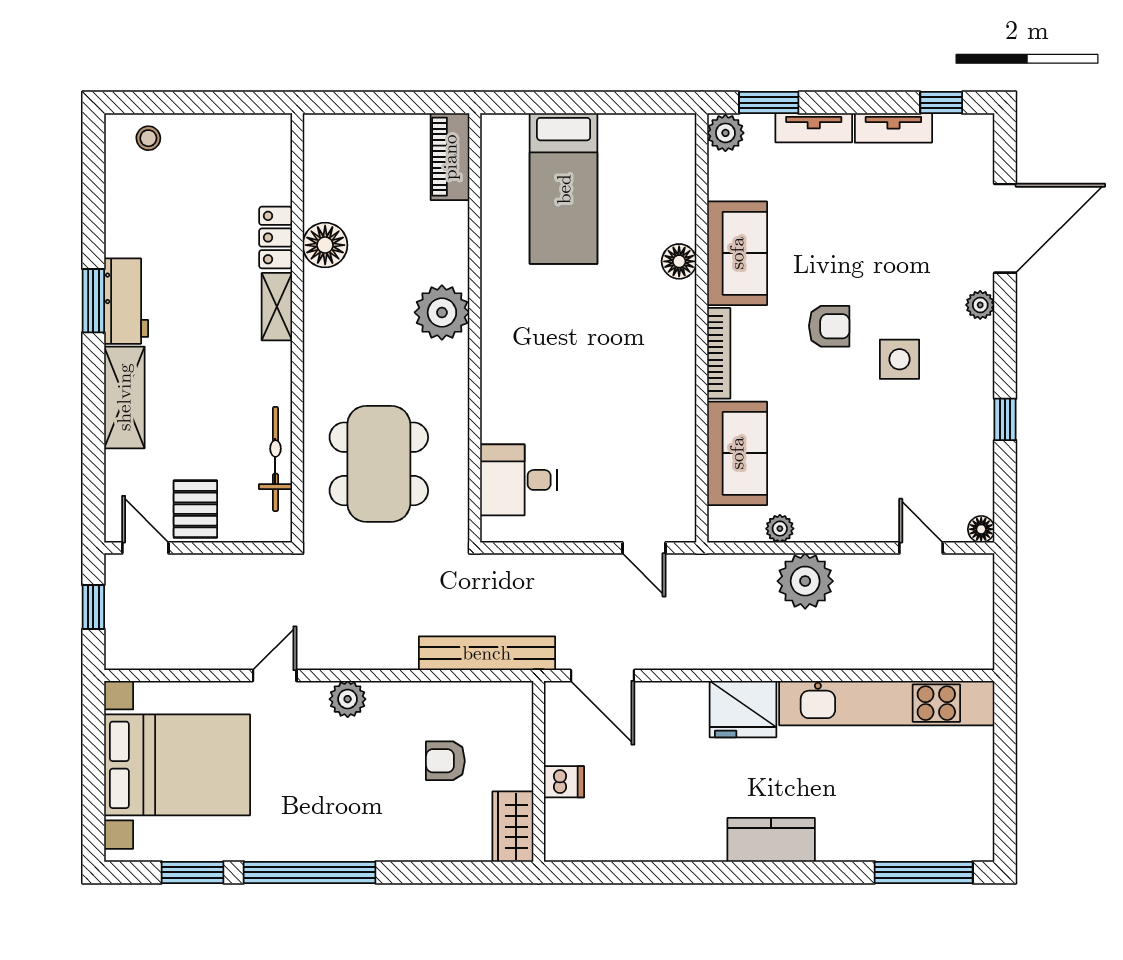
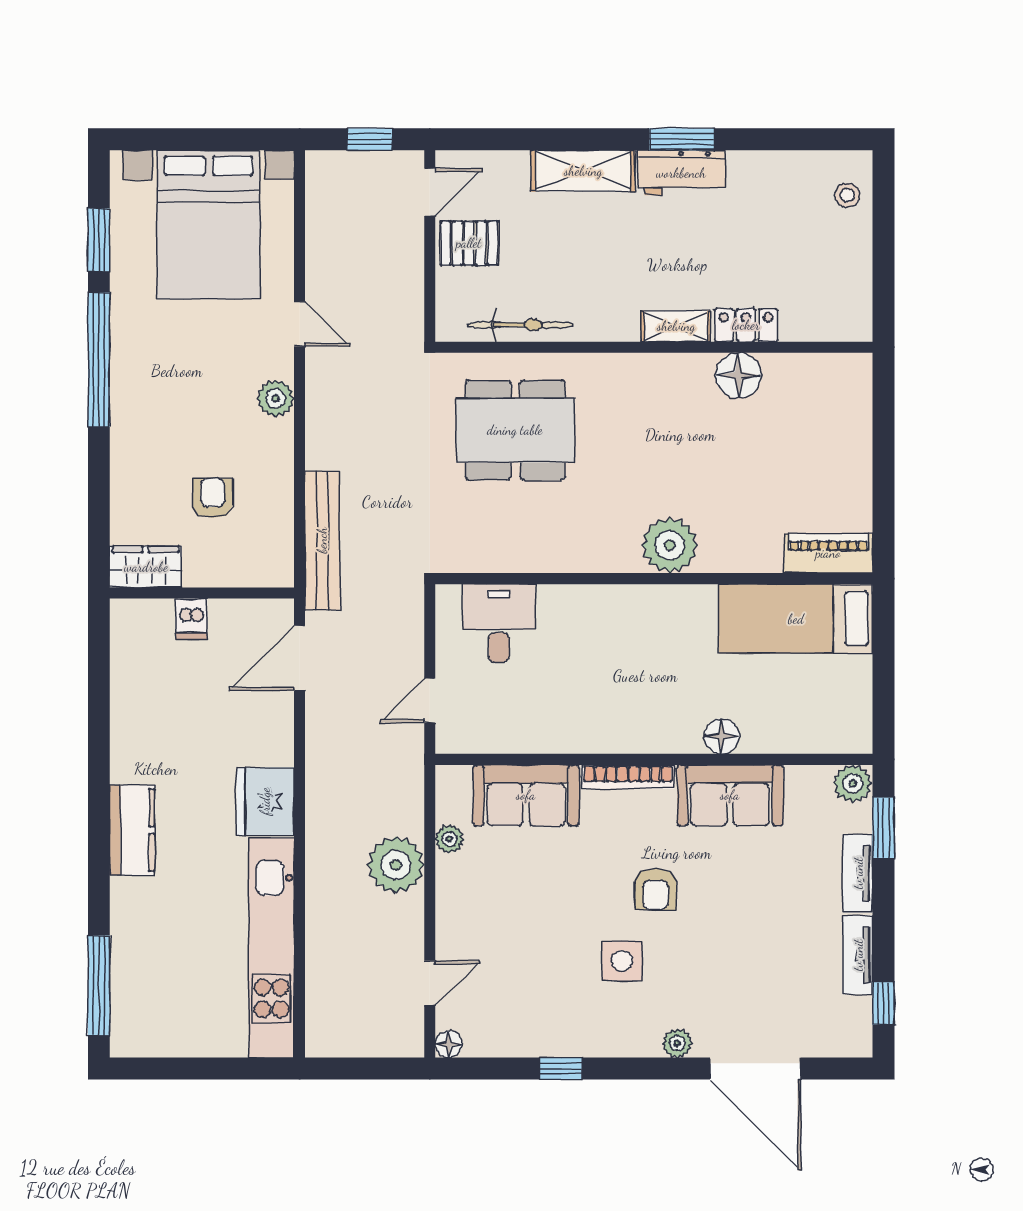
piano: (450, 157) -> (828, 553), moved
plant: (442, 312) -> (670, 545), moved
wall: (475, 328) -> (654, 579), moved
desk: (518, 480) -> (499, 623), moved

